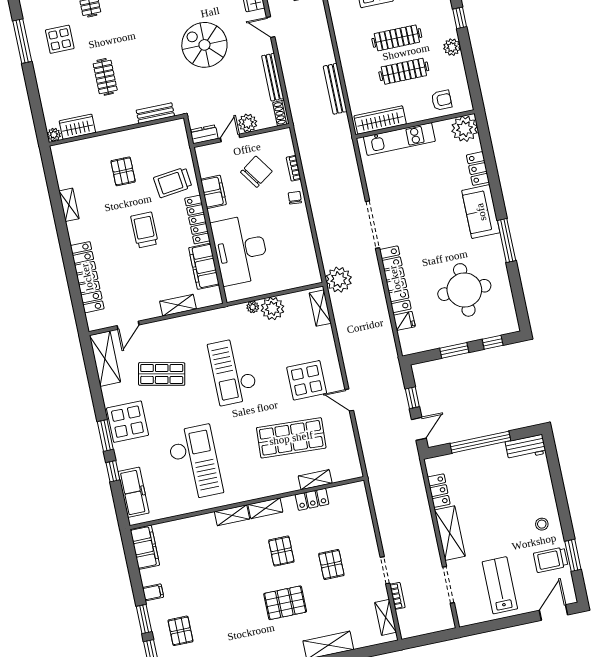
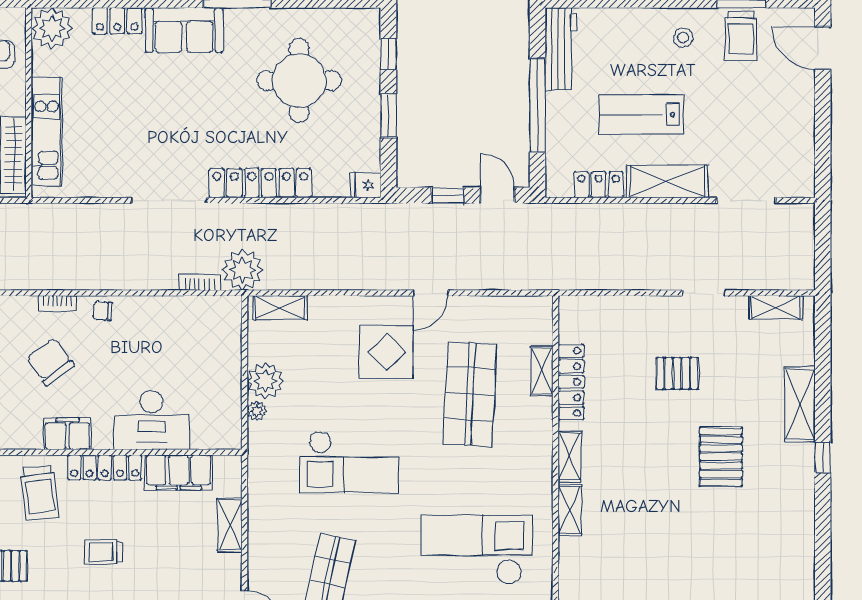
trolley: (144, 230) -> (104, 552), width x0.73, depth x0.72
desk: (240, 250) -> (151, 420), width x0.73, depth x0.77
fridge: (404, 321) -> (366, 185), moved, turned -90
workbench: (526, 448) -> (561, 49), width x1.38
locker: (312, 499) -> (571, 382), width x1.53
pallet: (281, 551) -> (640, 446), removed
lab bench: (500, 585) -> (641, 115), moved
bookcase: (397, 596) -> (200, 282), moved

